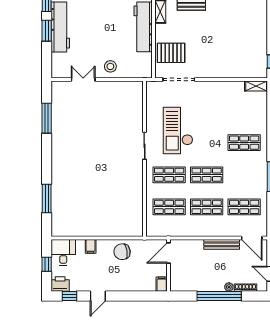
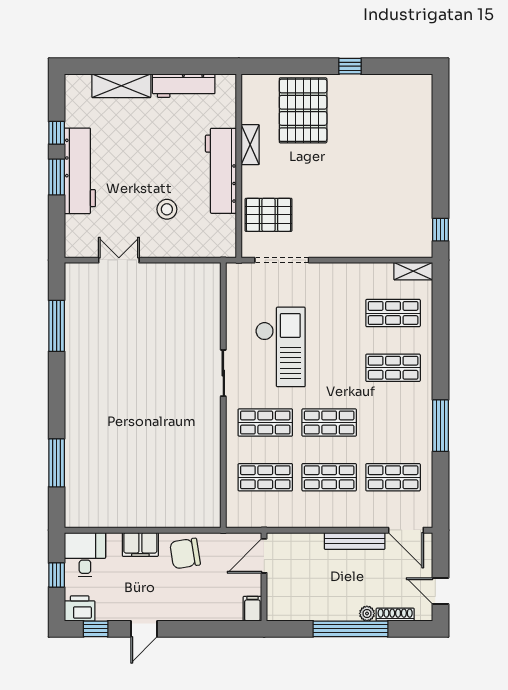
stool: (110, 66) -> (167, 209), moved
shop shelf: (244, 110) -> (393, 313), added
checkout: (178, 130) -> (280, 347), turned 180
filing cabinet: (91, 246) -> (140, 544), width x2.00

